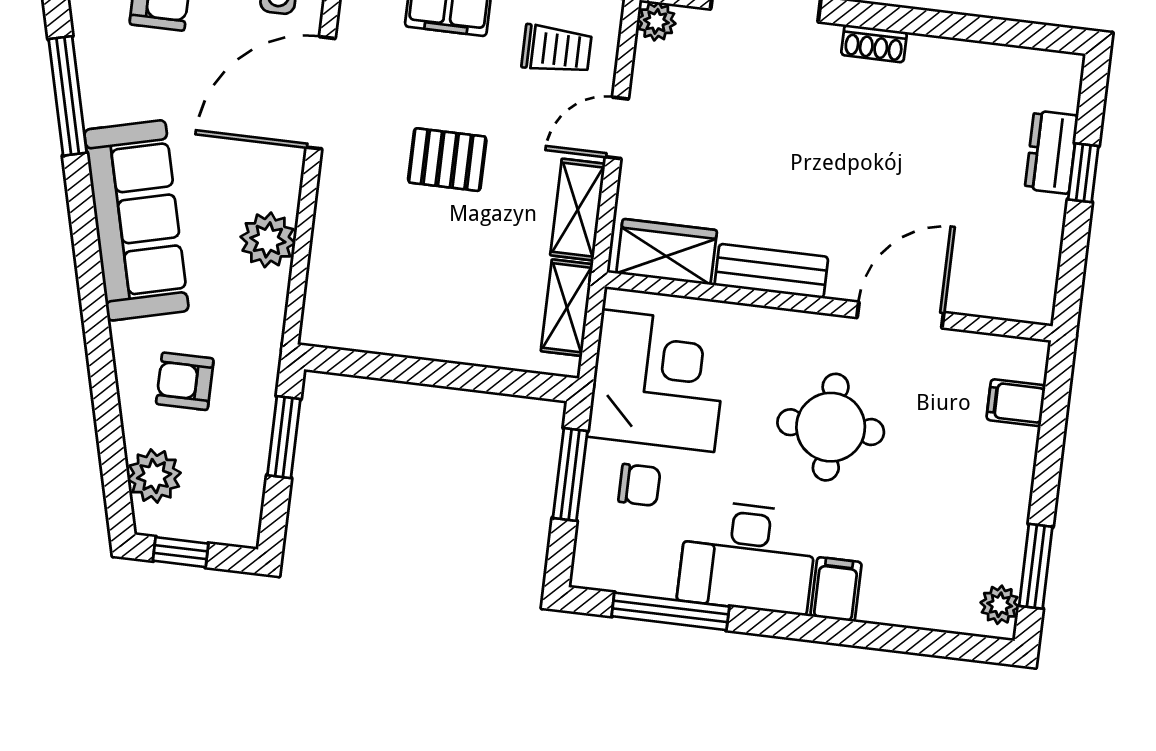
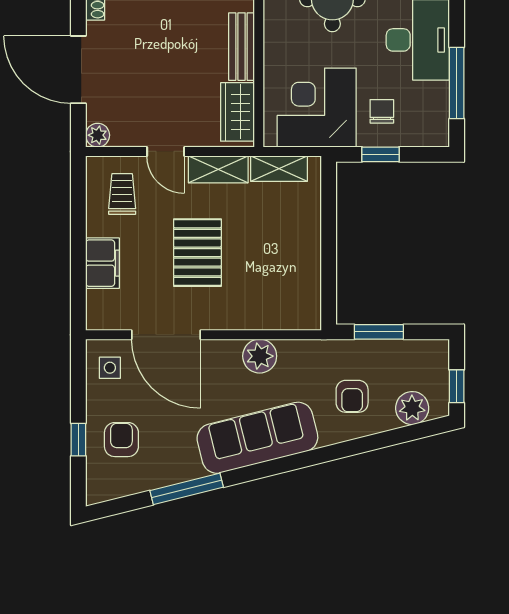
pallet: (447, 160) -> (197, 253), width x1.50, depth x1.42
window: (570, 474) -> (381, 154), width x0.67

